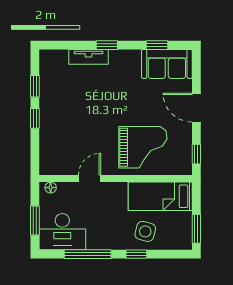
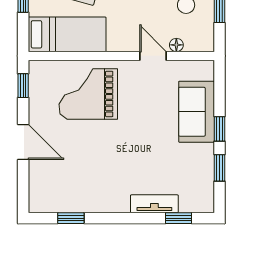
window: (107, 45) -> (179, 218), moved
sofa: (167, 64) -> (197, 112), moved, turned -90
door: (90, 179) -> (153, 56), swing flipped
floor lamp: (51, 188) -> (176, 45), moved

